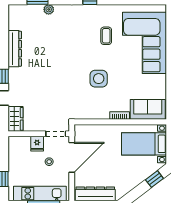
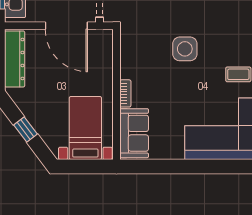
side table: (99, 79) -> (185, 49), moved
window: (154, 179) -> (26, 129), moved

